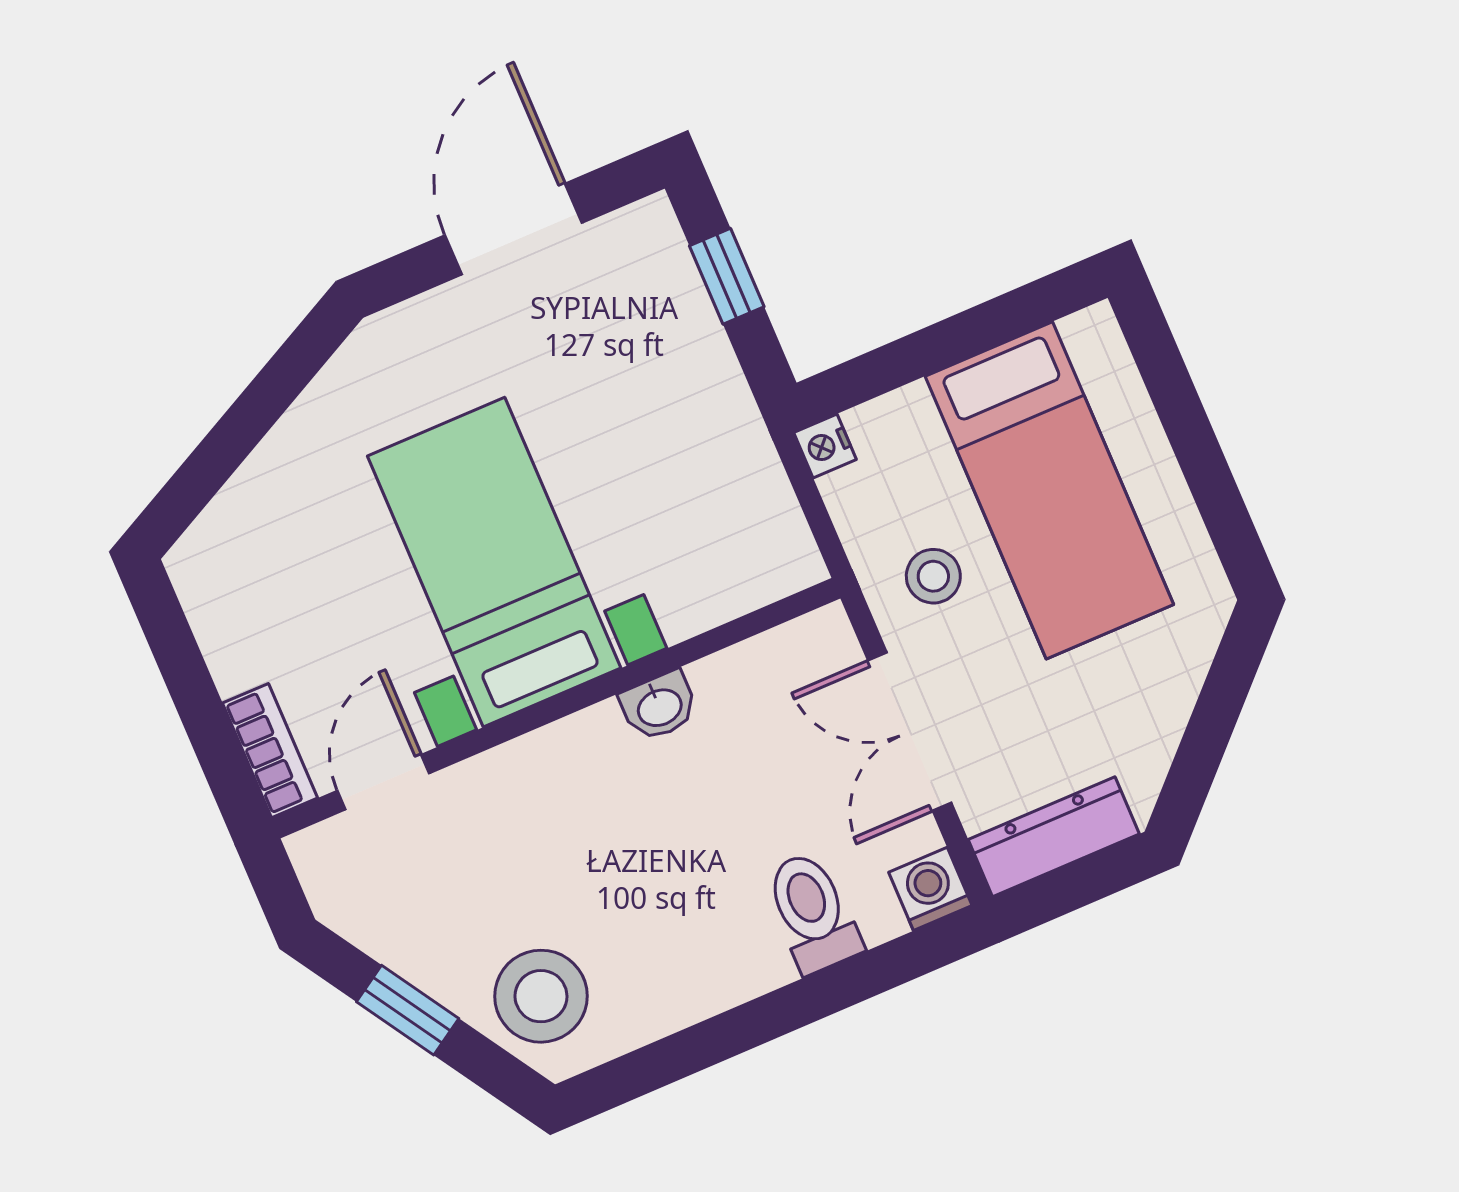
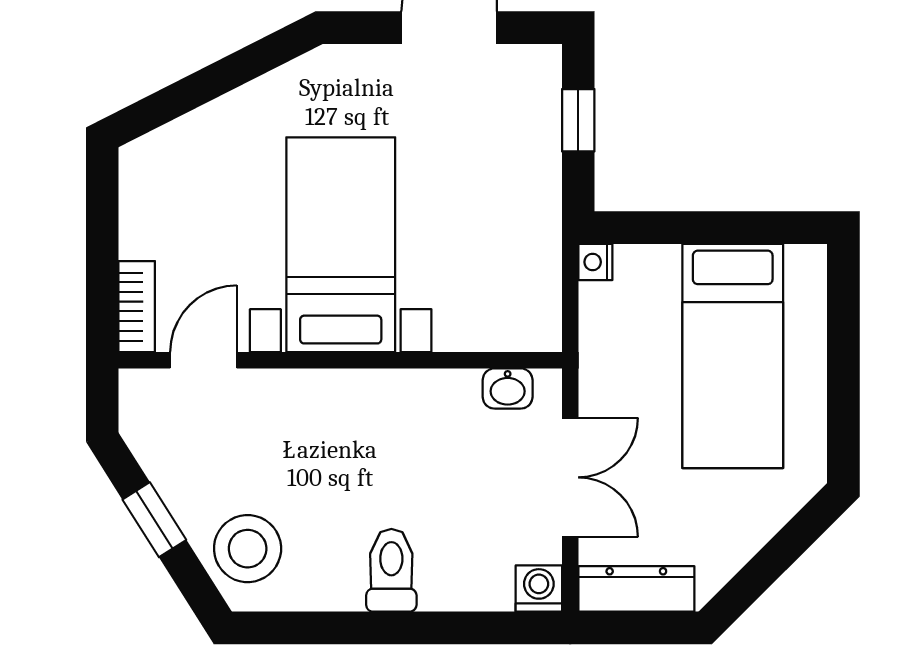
stool: (933, 576) -> (630, 380), removed
washbasin: (659, 706) -> (508, 388), moved
double door: (910, 732) -> (570, 477), swing flipped
toilet: (813, 912) -> (391, 570), moved

